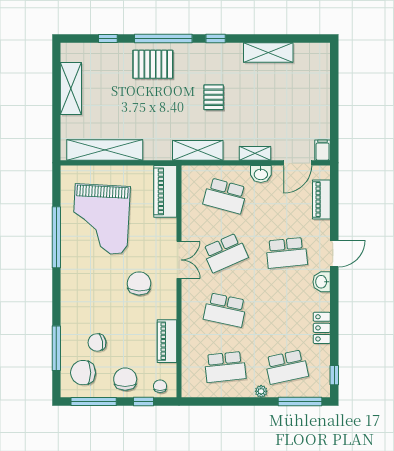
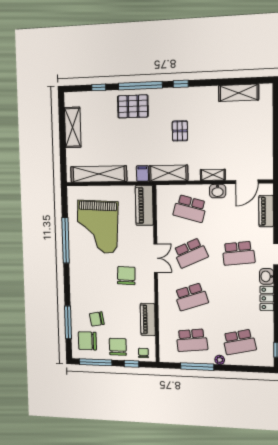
shelving: (268, 53) -> (239, 93), moved
filing cabinet: (323, 150) -> (142, 173), moved
school desk: (225, 310) -> (191, 297), turned -30
locker: (322, 328) -> (267, 298), moved
window: (300, 401) -> (197, 367), moved

